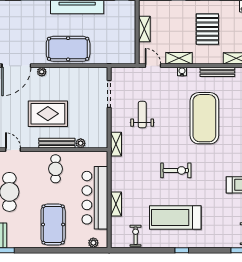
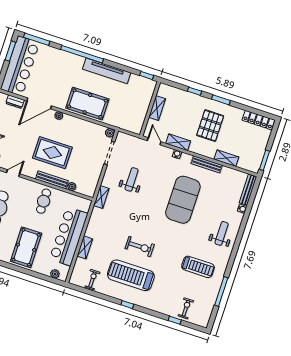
plant: (102, 72) -> (110, 133), added
door: (13, 150) -> (13, 173), hinge flipped
exercise bike: (176, 170) -> (140, 247), moved

